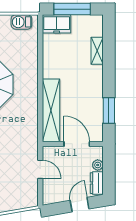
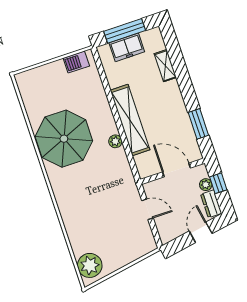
freezer: (57, 24) -> (127, 47), moved
plant: (32, 102) -> (115, 141), added
shelving: (51, 110) -> (130, 120), moved
window: (109, 167) -> (218, 183), added

